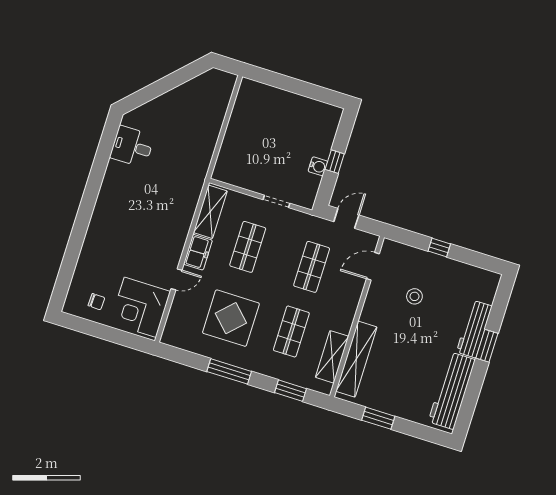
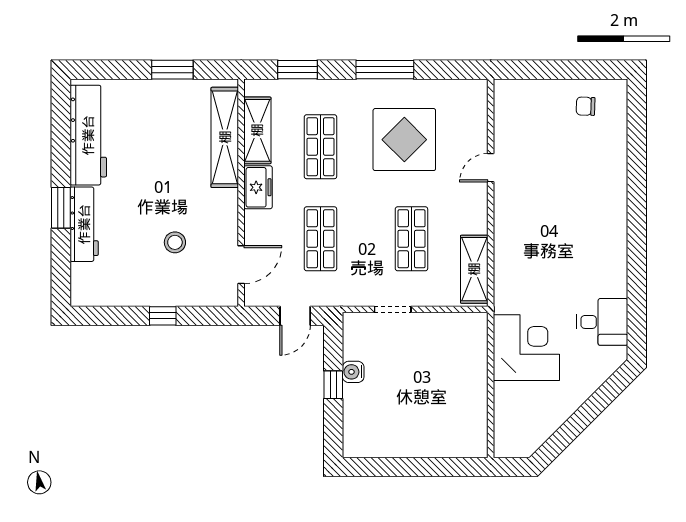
freezer: (198, 252) -> (258, 187), moved, turned 180
corner desk: (140, 307) -> (526, 348), moved

